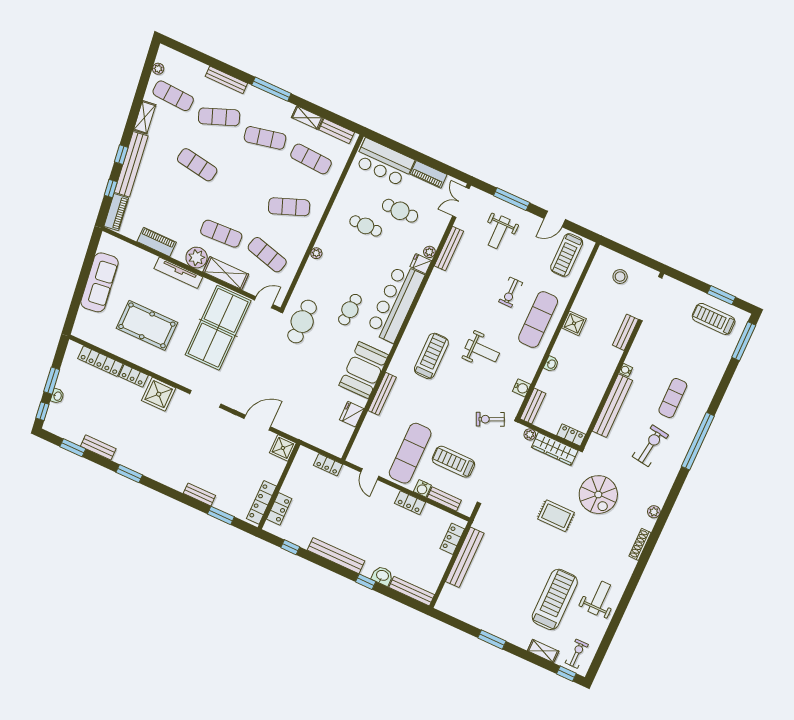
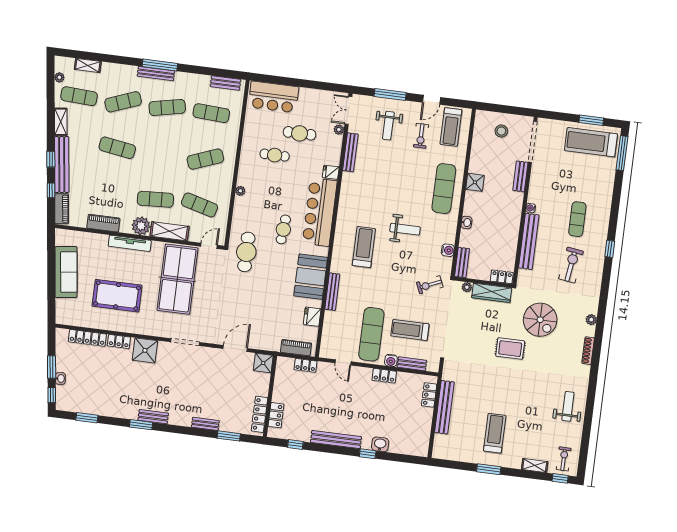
bench: (226, 80) -> (156, 74), moved
shelving: (307, 118) -> (88, 65), moved
piano: (429, 174) -> (296, 348), moved, turned 180
plant: (429, 252) -> (339, 130), moved
exercise bike: (511, 292) -> (421, 136), moved
treadmill: (714, 319) -> (591, 142), width x1.37, depth x1.38
window: (698, 441) -> (610, 249), width x0.32
bench: (98, 447) -> (153, 417), moved
bench: (412, 591) -> (409, 450), removed
treadmill: (555, 599) -> (495, 433), moved, width x0.73, depth x0.73

